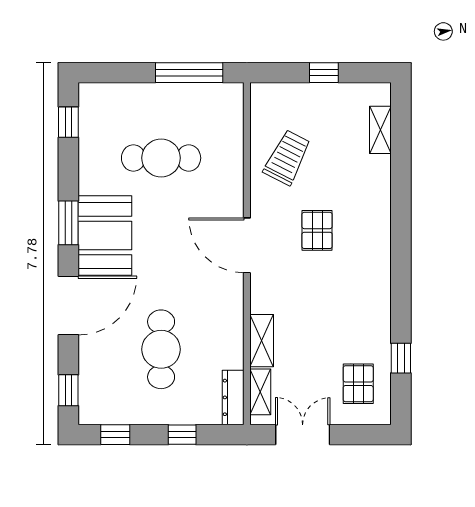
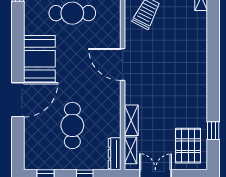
window: (68, 223) -> (18, 51), removed
pallet: (317, 230) -> (164, 56), removed
pallet: (358, 384) -> (188, 146), width x1.50, depth x1.42
window: (68, 390) -> (18, 149), removed

